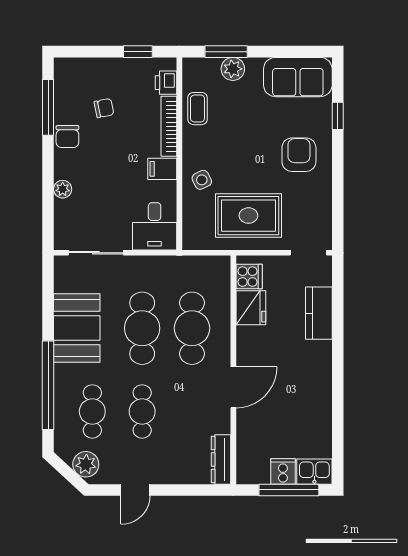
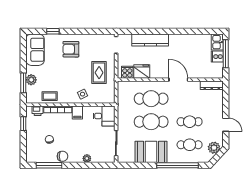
rug: (248, 216) -> (99, 73), width x0.73, depth x0.70
kitchen counter: (319, 313) -> (150, 40), width x1.50

